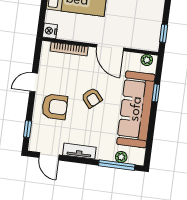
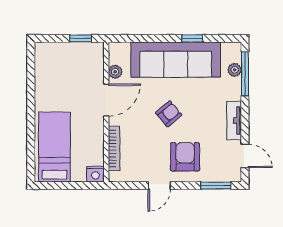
plant: (147, 60) -> (115, 72), moved
door: (34, 82) -> (159, 186), hinge flipped
window: (156, 93) -> (192, 38), moved
window: (28, 129) -> (216, 186), width x1.50
door: (49, 156) -> (245, 156), hinge flipped

